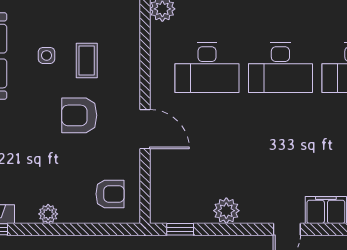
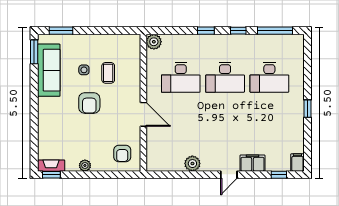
armchair: (79, 115) -> (89, 103), moved, turned -90
armchair: (110, 194) -> (122, 153), turned 90
window: (180, 229) -> (165, 175), removed

